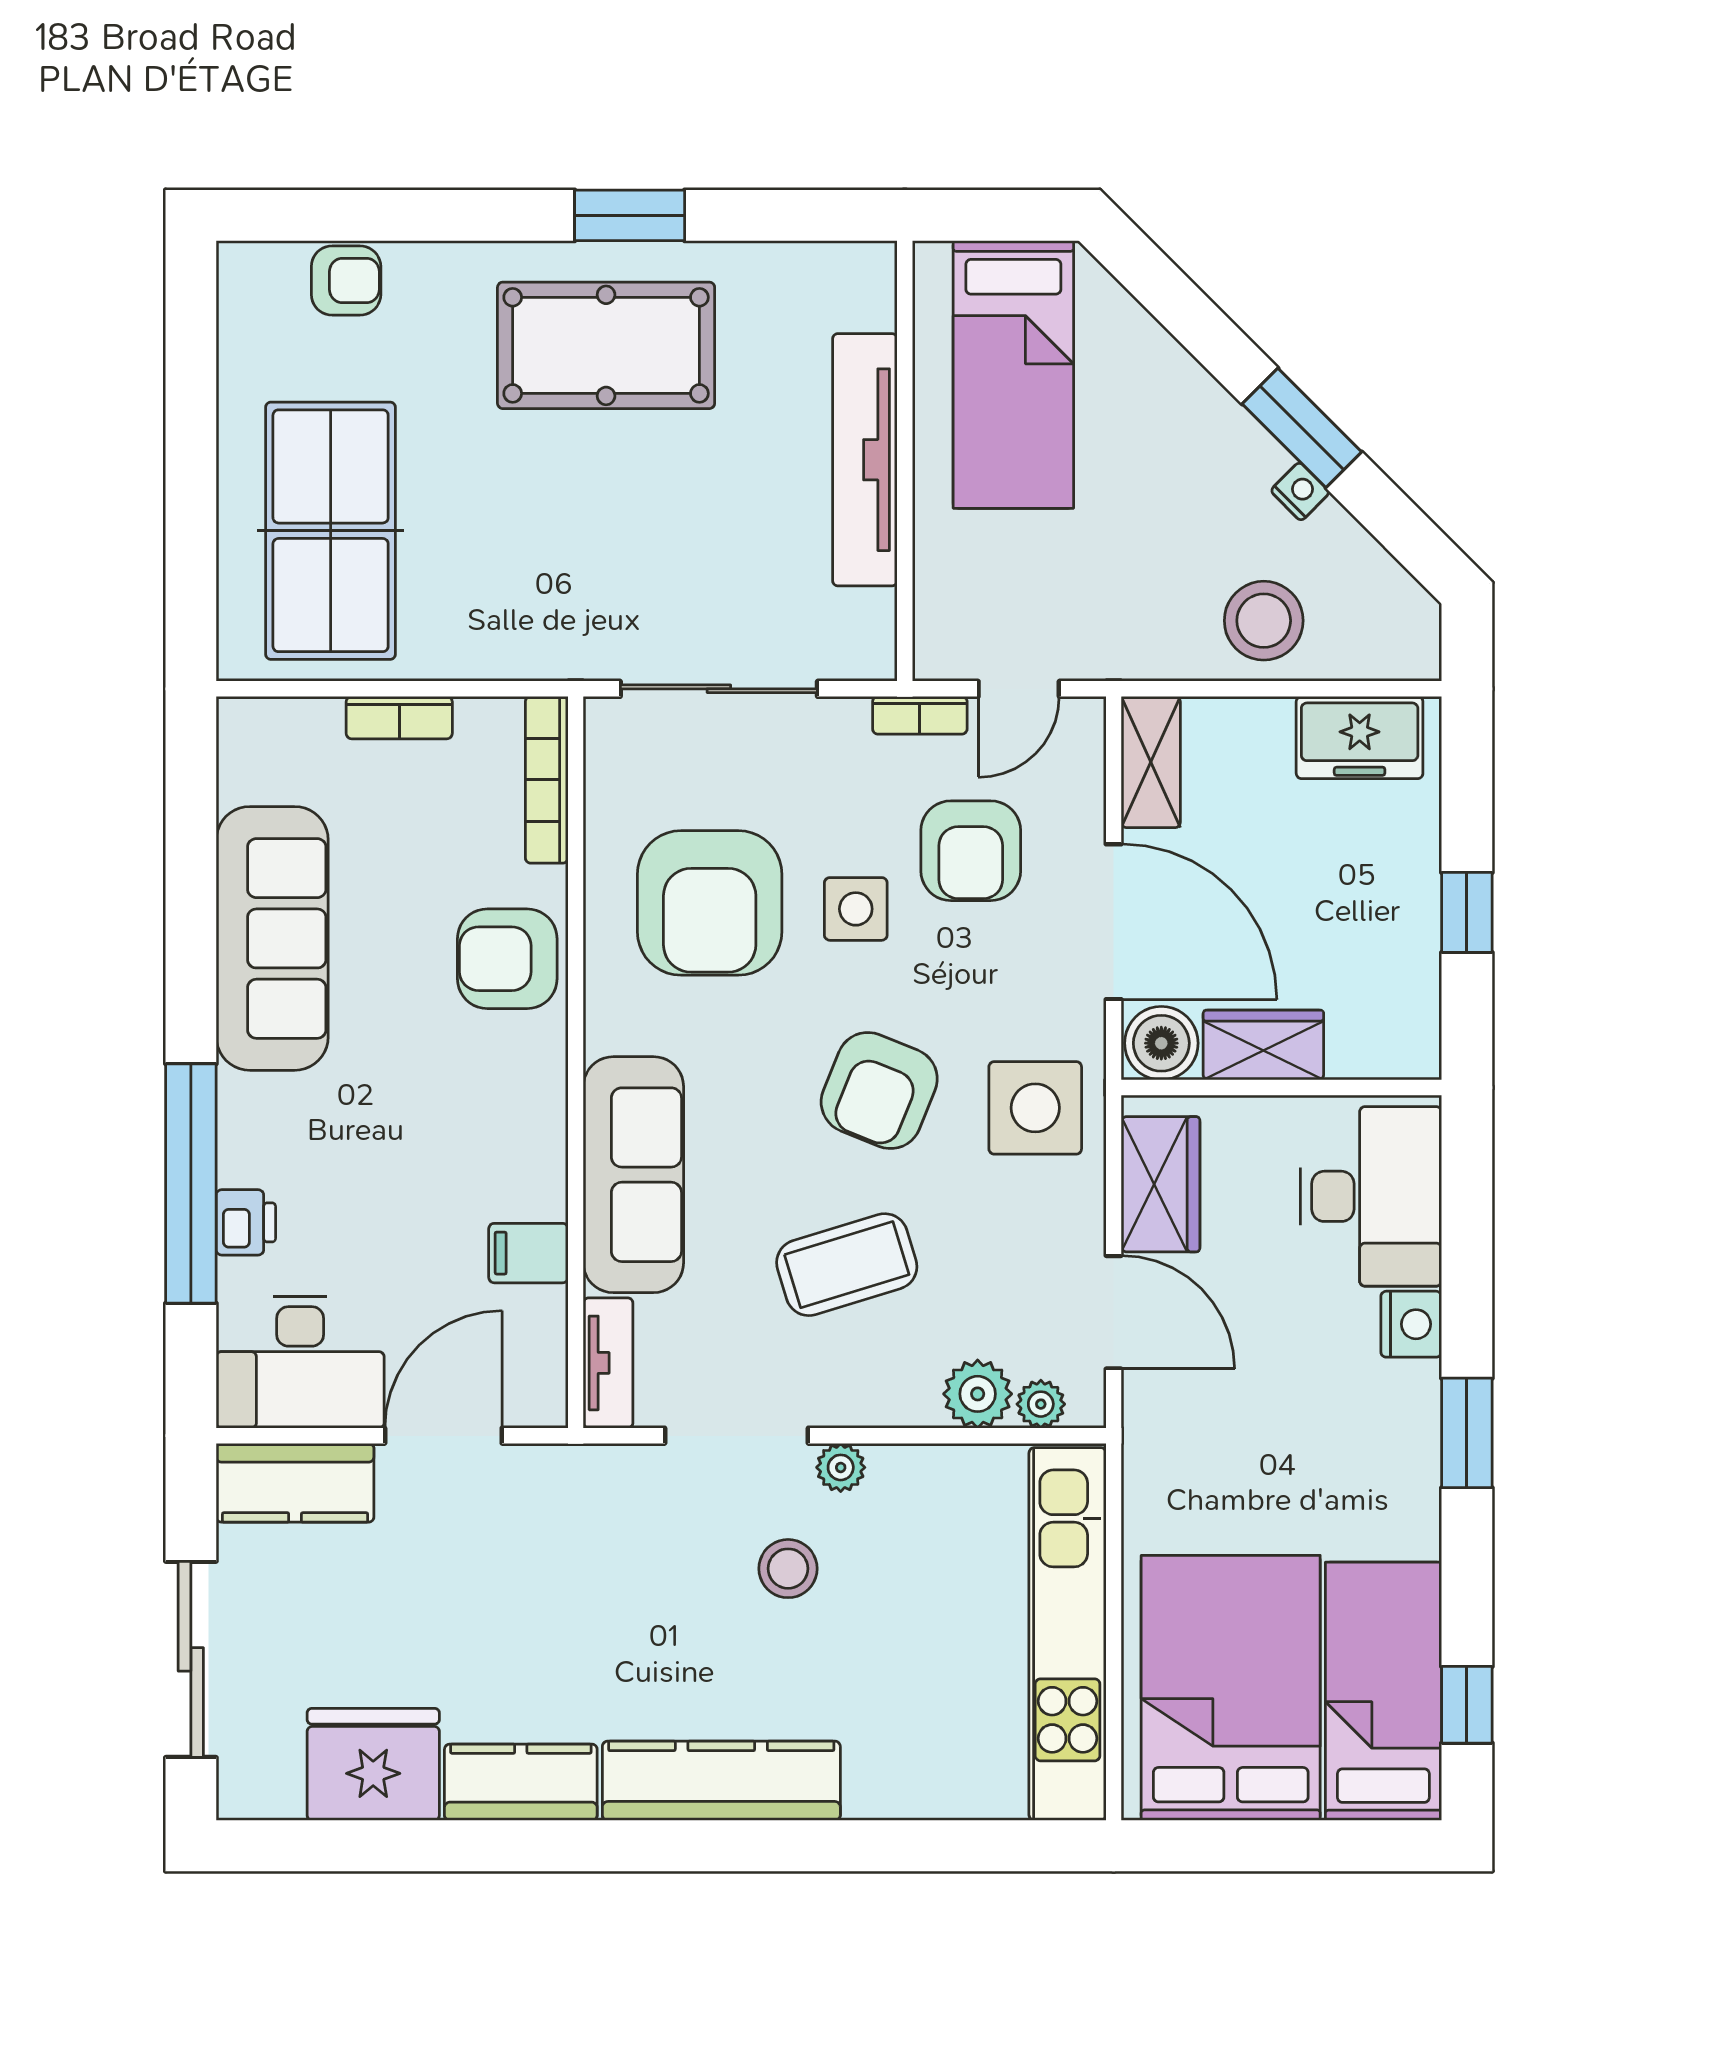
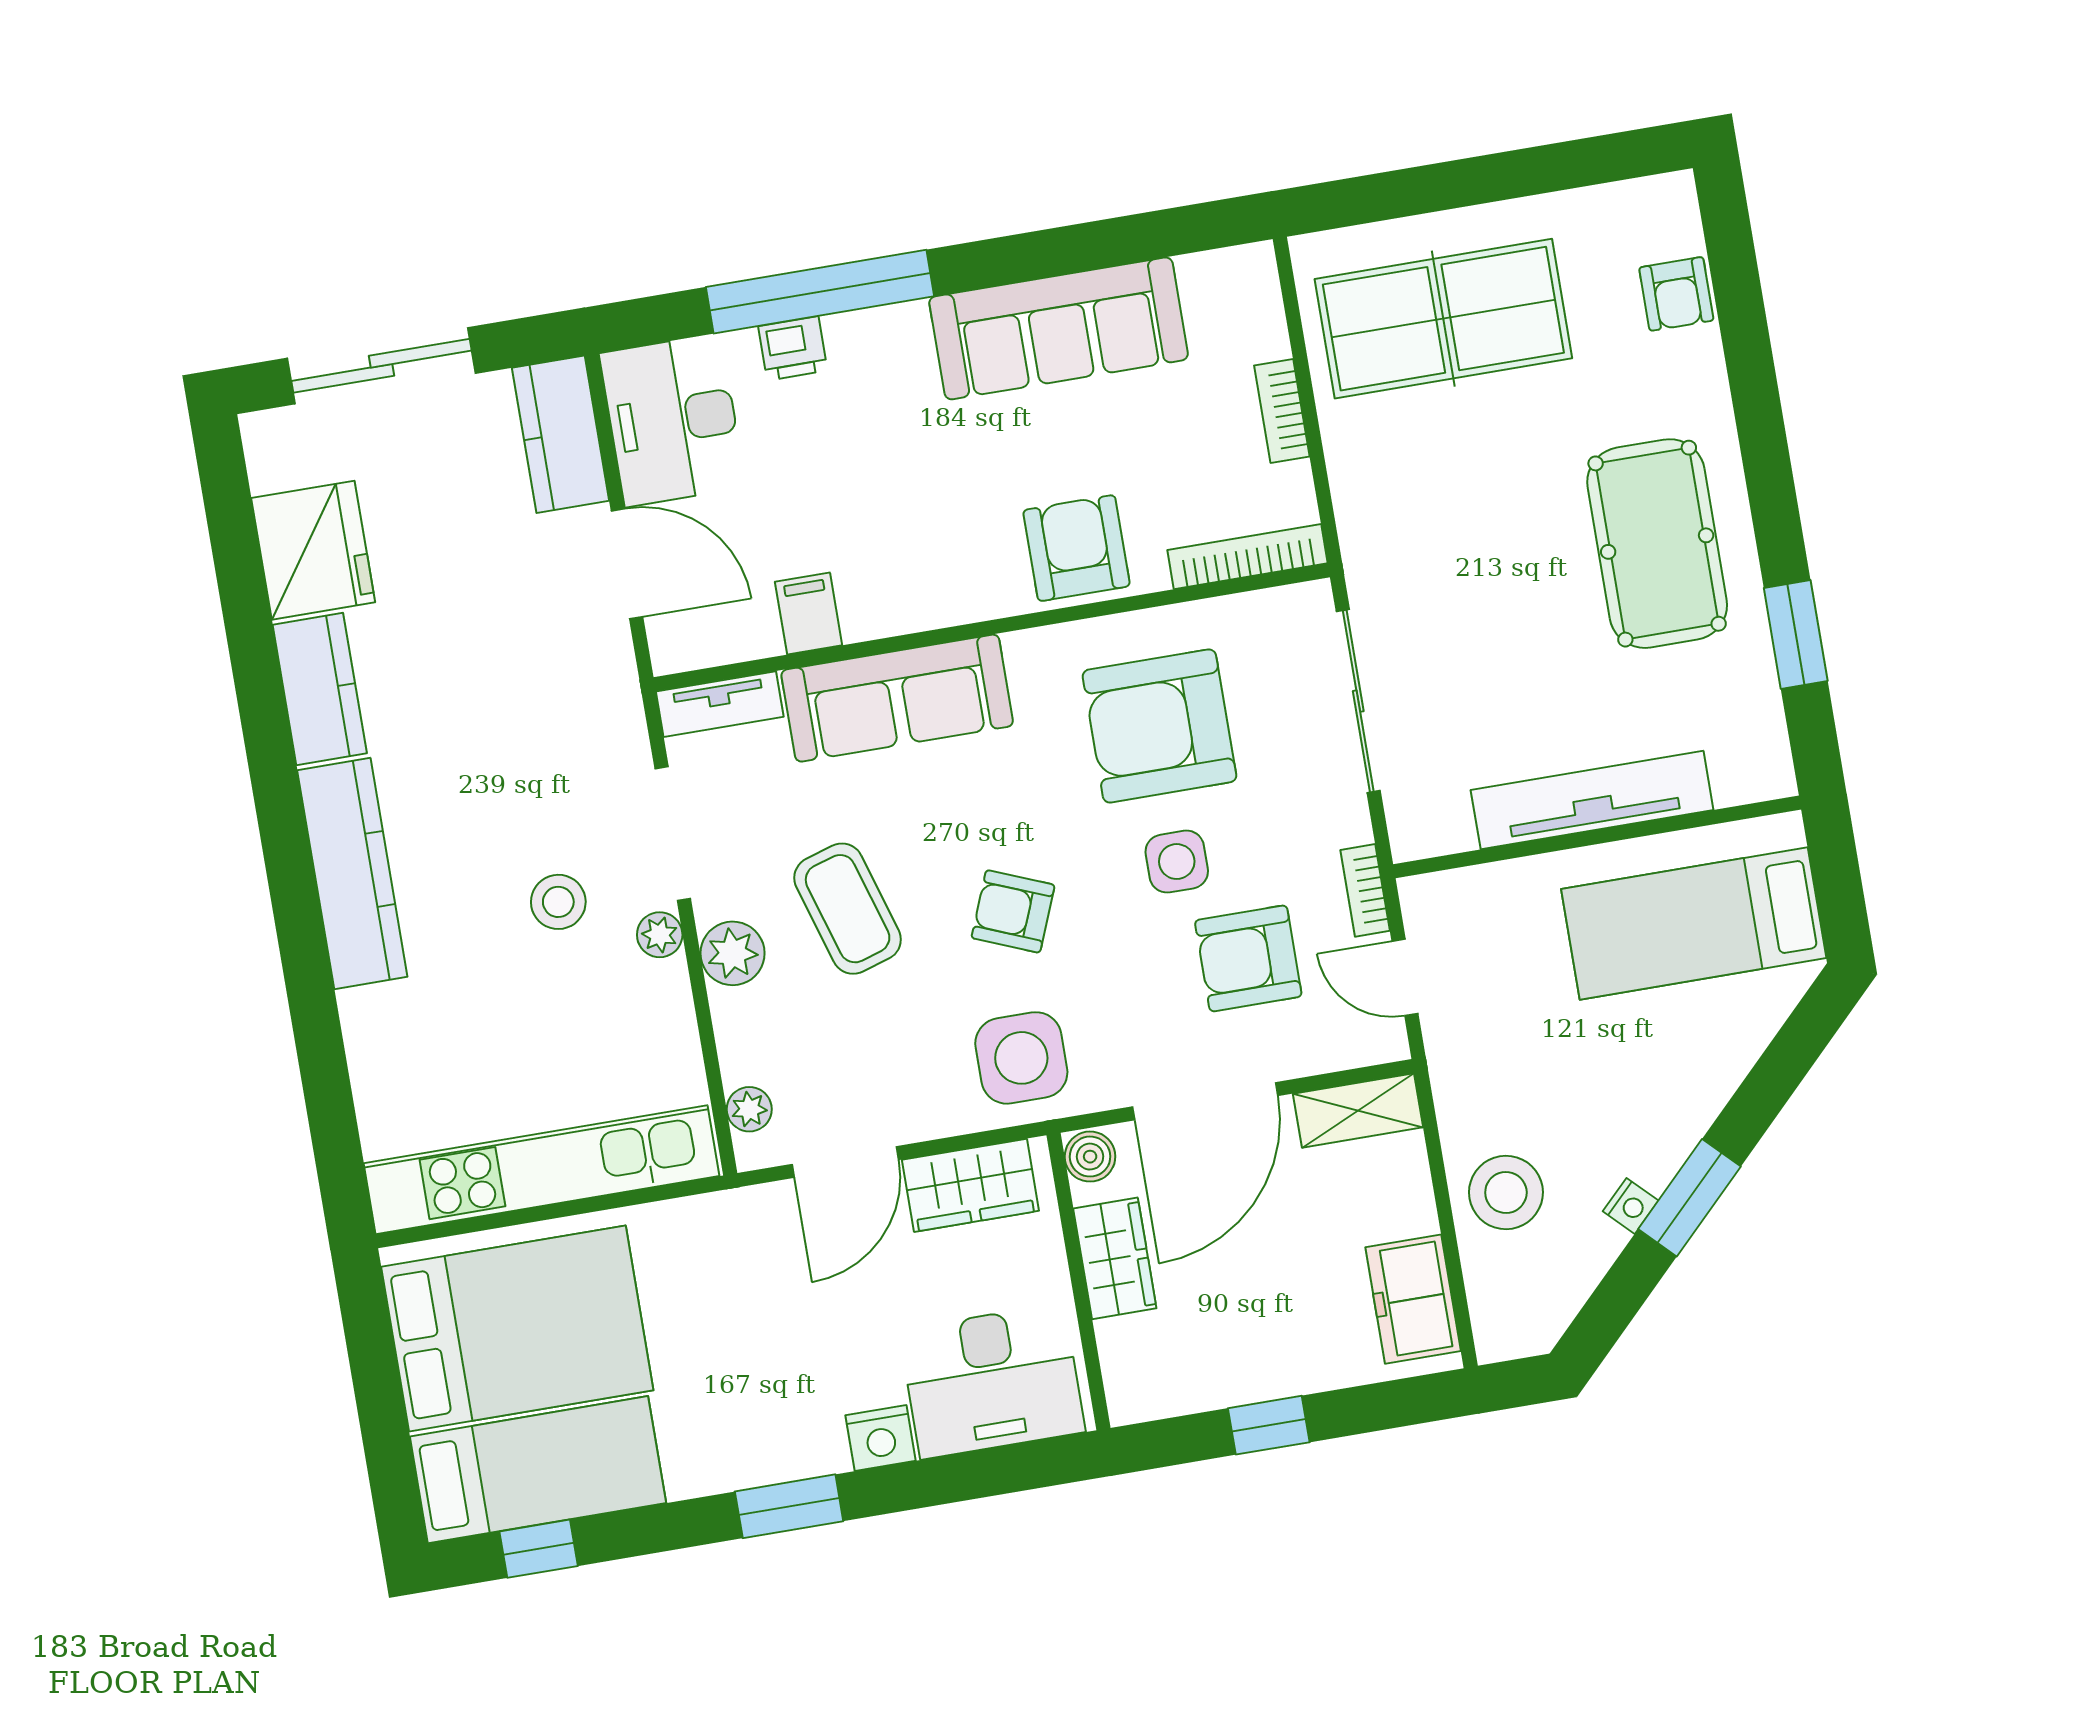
window: (630, 215) -> (1796, 634), moved
boiler: (1161, 1043) -> (1090, 1157), width x0.73, depth x0.73
armchair: (879, 1091) -> (1013, 911), width x0.72, depth x0.72
plant: (978, 1394) -> (733, 953), moved

